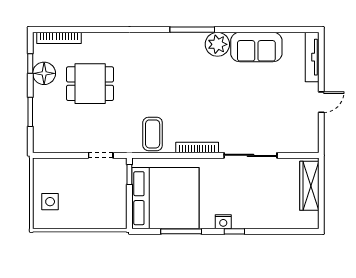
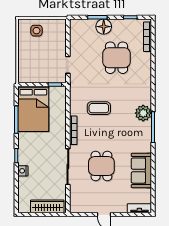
plant: (217, 44) -> (143, 113), moved
tv unit: (312, 57) -> (139, 208), width x0.71
floor lamp: (44, 73) -> (104, 27), moved
dining table: (250, 106) -> (101, 166), added
coffee table: (153, 134) -> (99, 108), moved
bed: (165, 198) -> (33, 109), width x0.73
nightstand: (223, 222) -> (23, 171), moved

